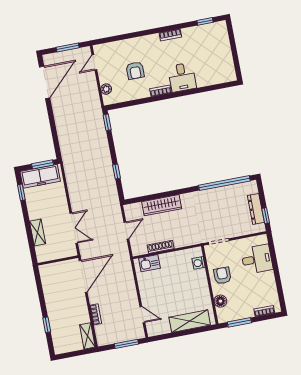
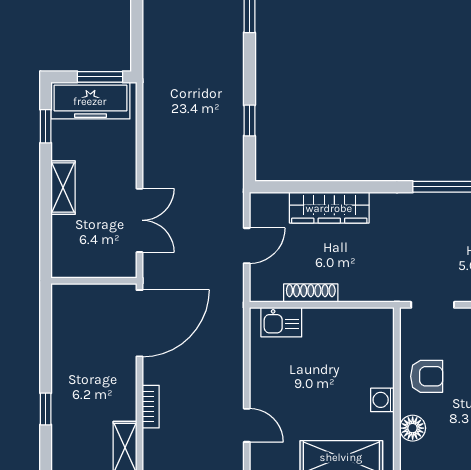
shelving: (38, 232) -> (63, 188), moved
washing machine: (199, 263) -> (382, 400), moved
armchair: (222, 276) -> (427, 376), turned 90

